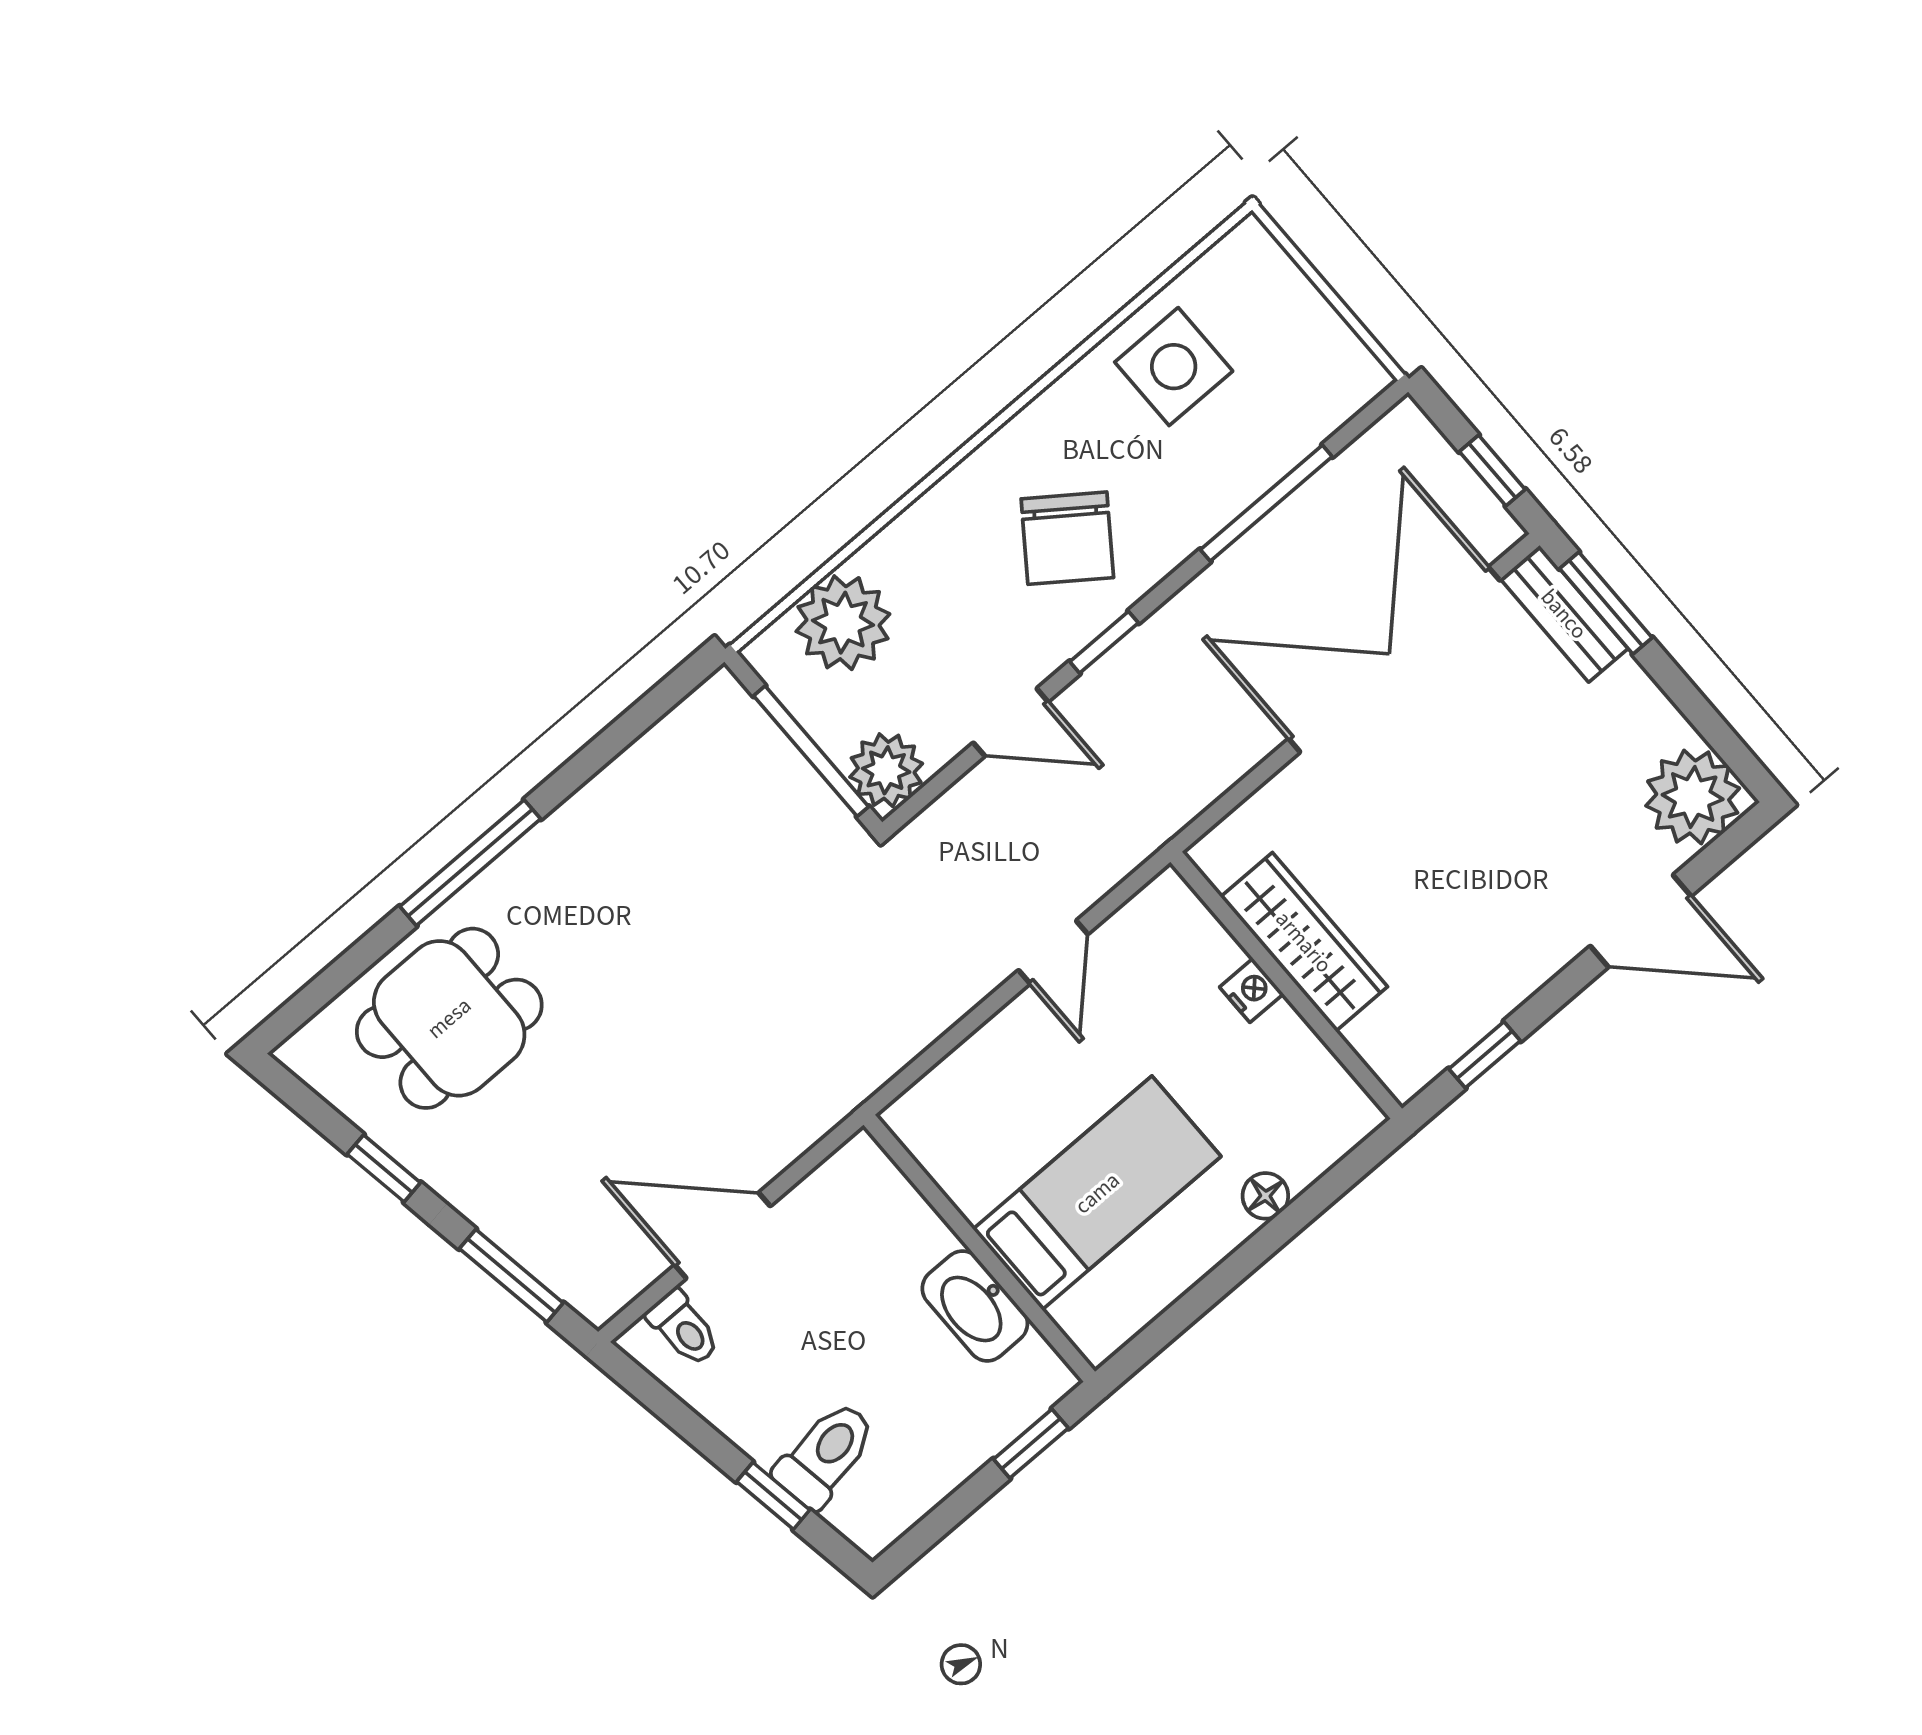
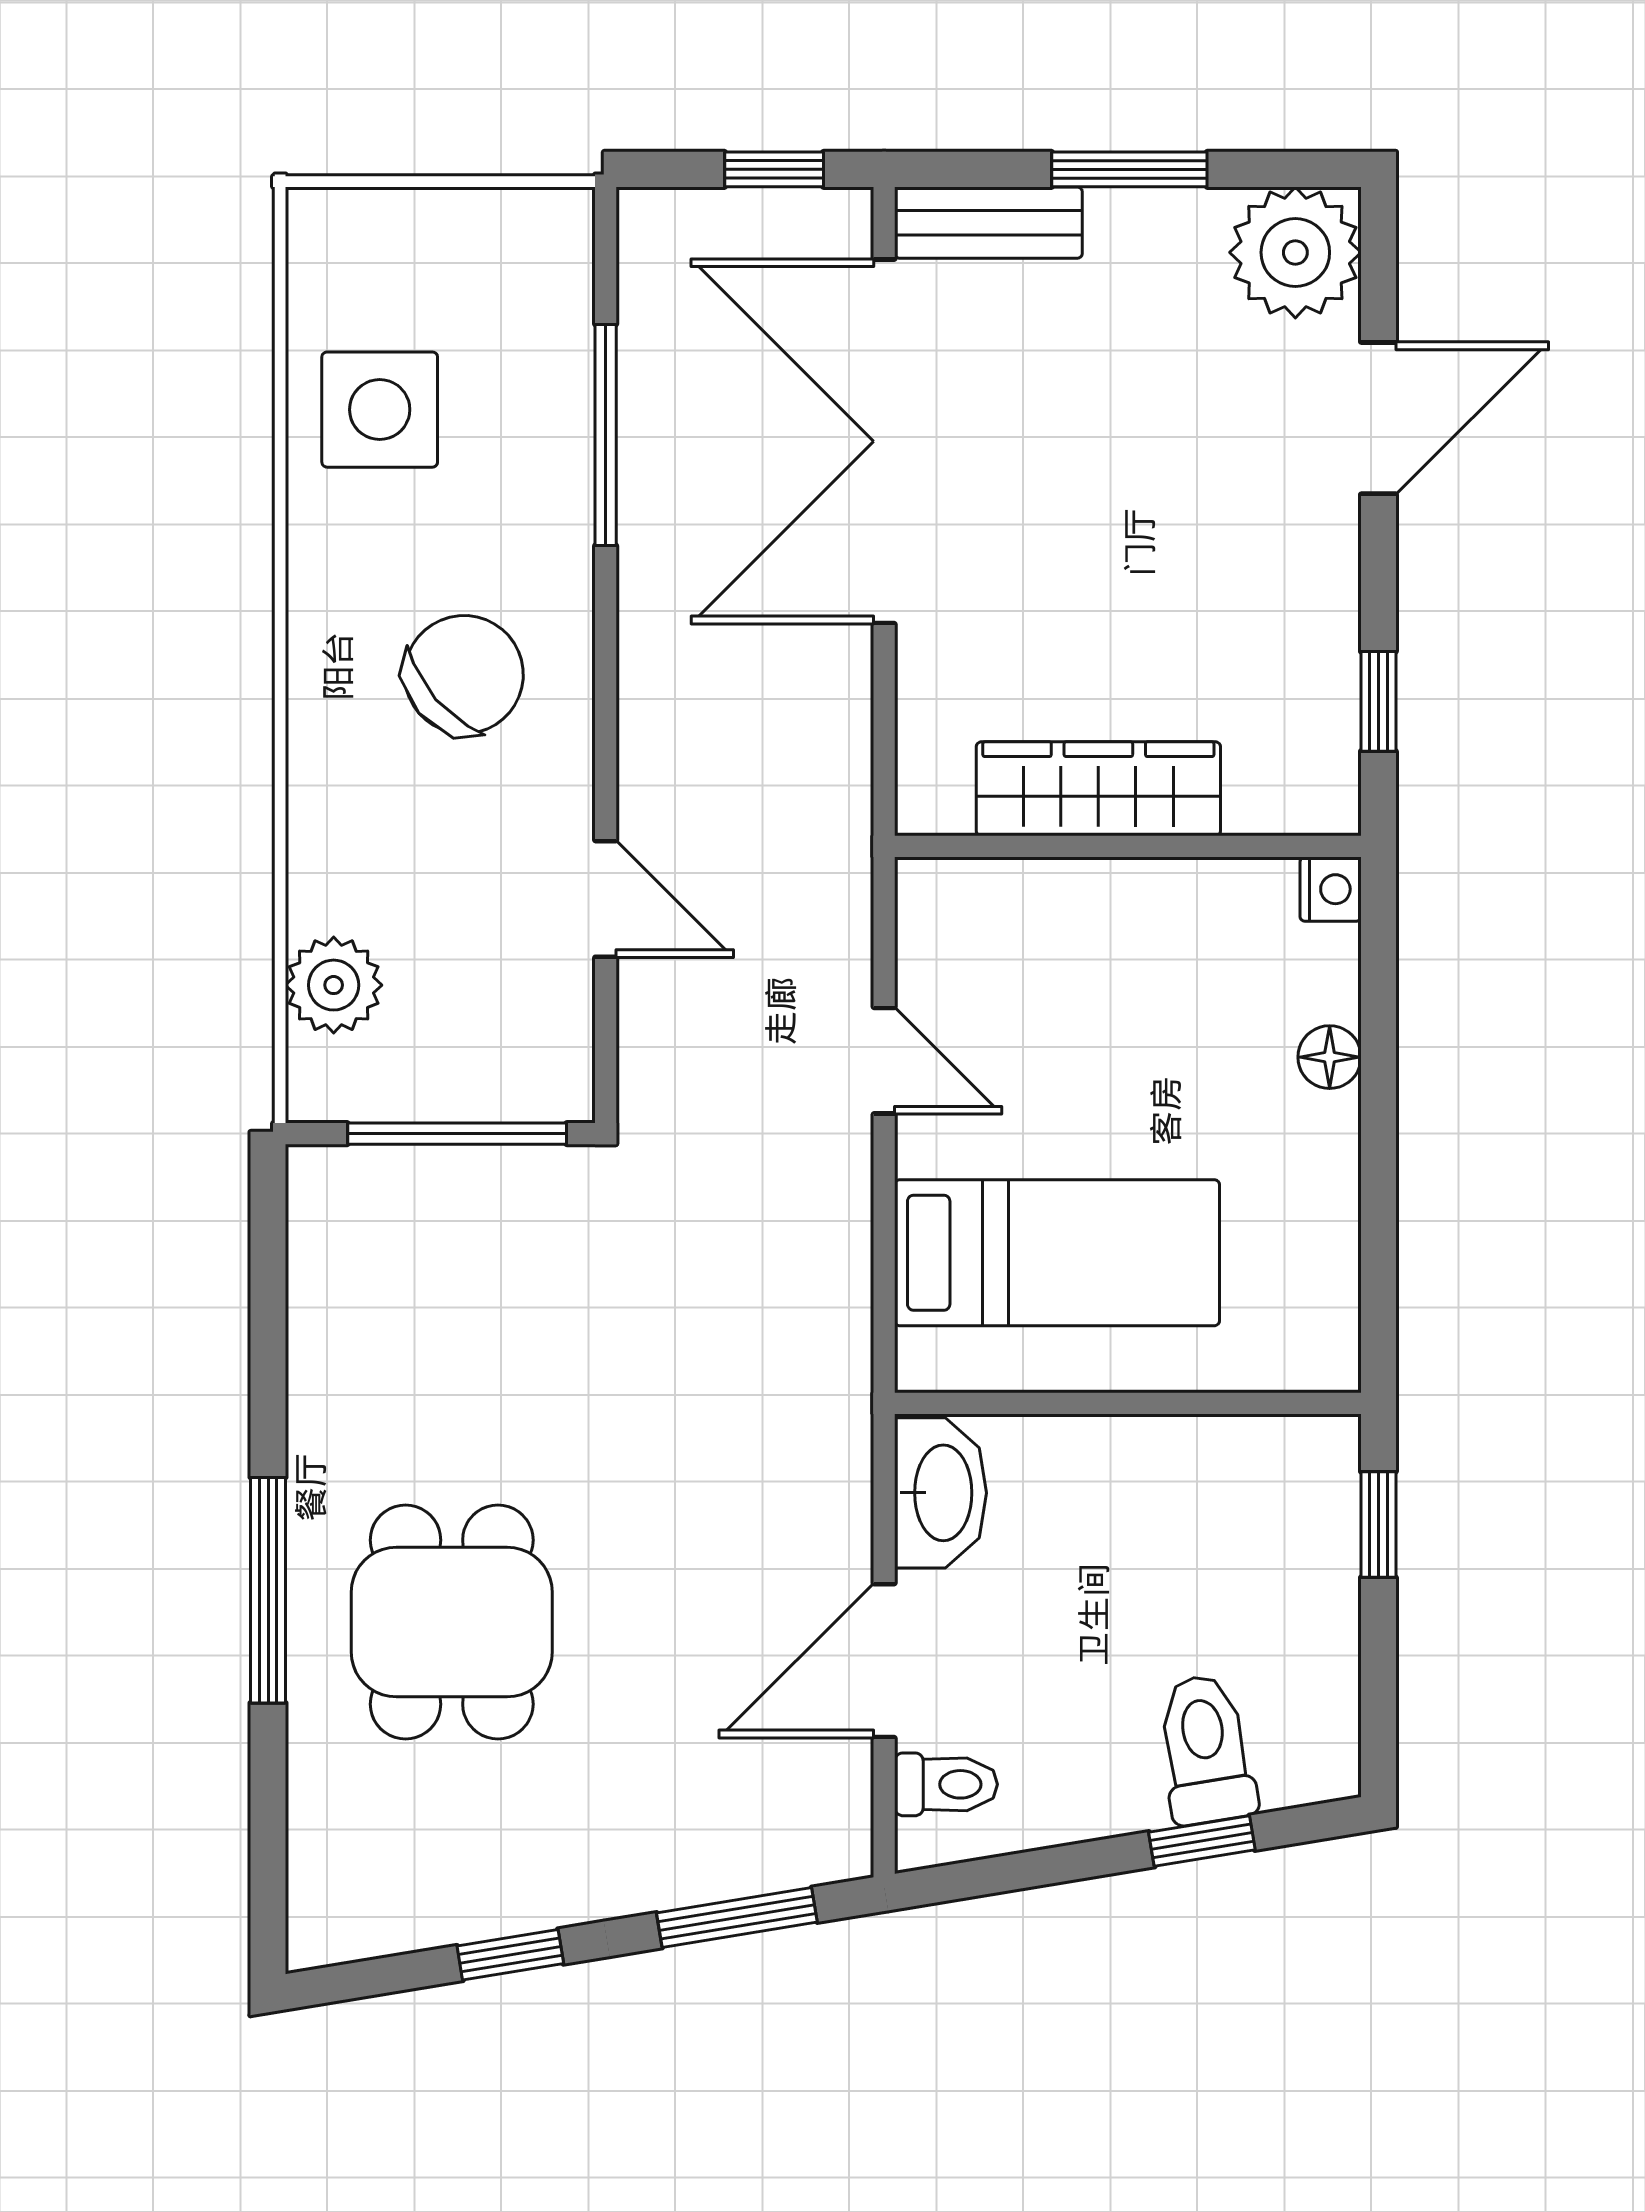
chair: (1067, 538) -> (464, 675), turned -77
window: (1606, 603) -> (1129, 169), moved
plant: (843, 623) -> (334, 985), width x0.73, depth x0.73
window: (1104, 642) -> (606, 729), removed
door: (1011, 722) -> (606, 899), hinge flipped
plant: (886, 770) -> (544, 1072), removed
nightstand: (1252, 990) -> (1331, 889), moved, turned 90
dining table: (449, 1018) -> (452, 1622), moved
bed: (1097, 1193) -> (1057, 1253), moved, turned 90
washbasin: (975, 1306) -> (941, 1493), moved, turned -90

